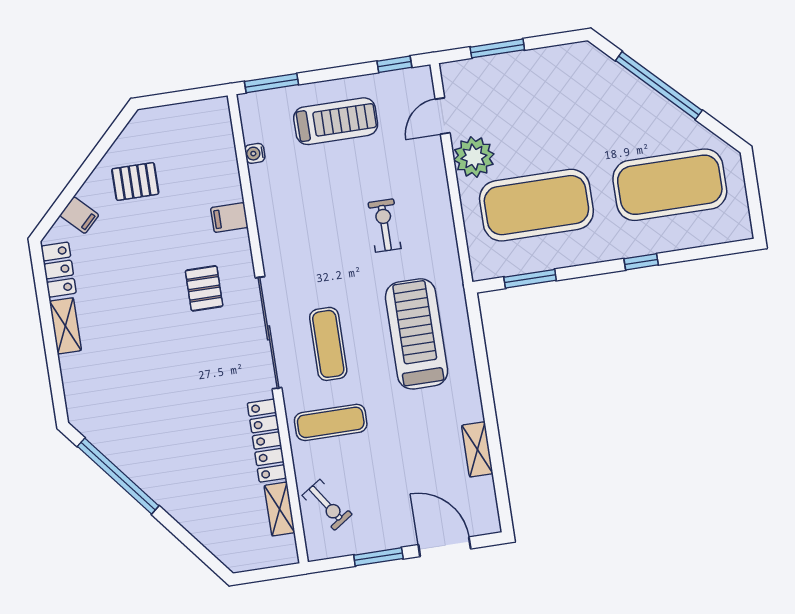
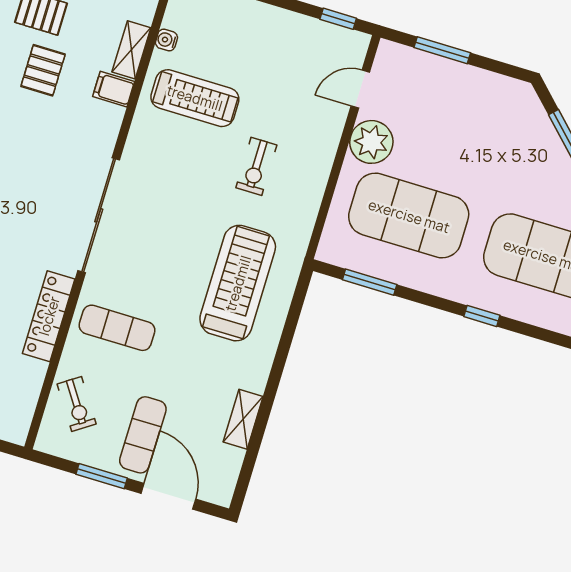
treadmill: (336, 121) -> (195, 98), moved
exercise bike: (385, 225) -> (256, 166), turned 180
pallet: (204, 288) -> (43, 70), moved
exercise mat: (328, 344) -> (143, 435), moved
shelving: (279, 509) -> (131, 50), moved

